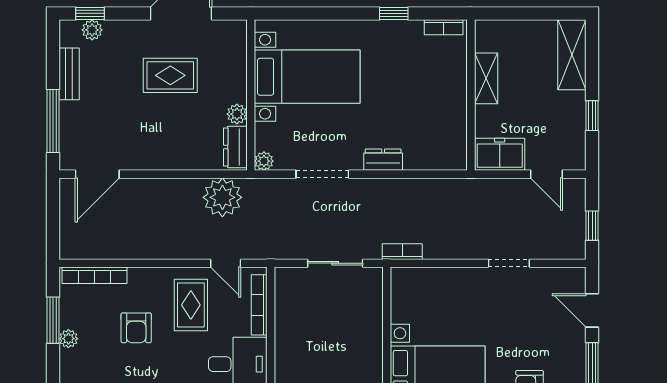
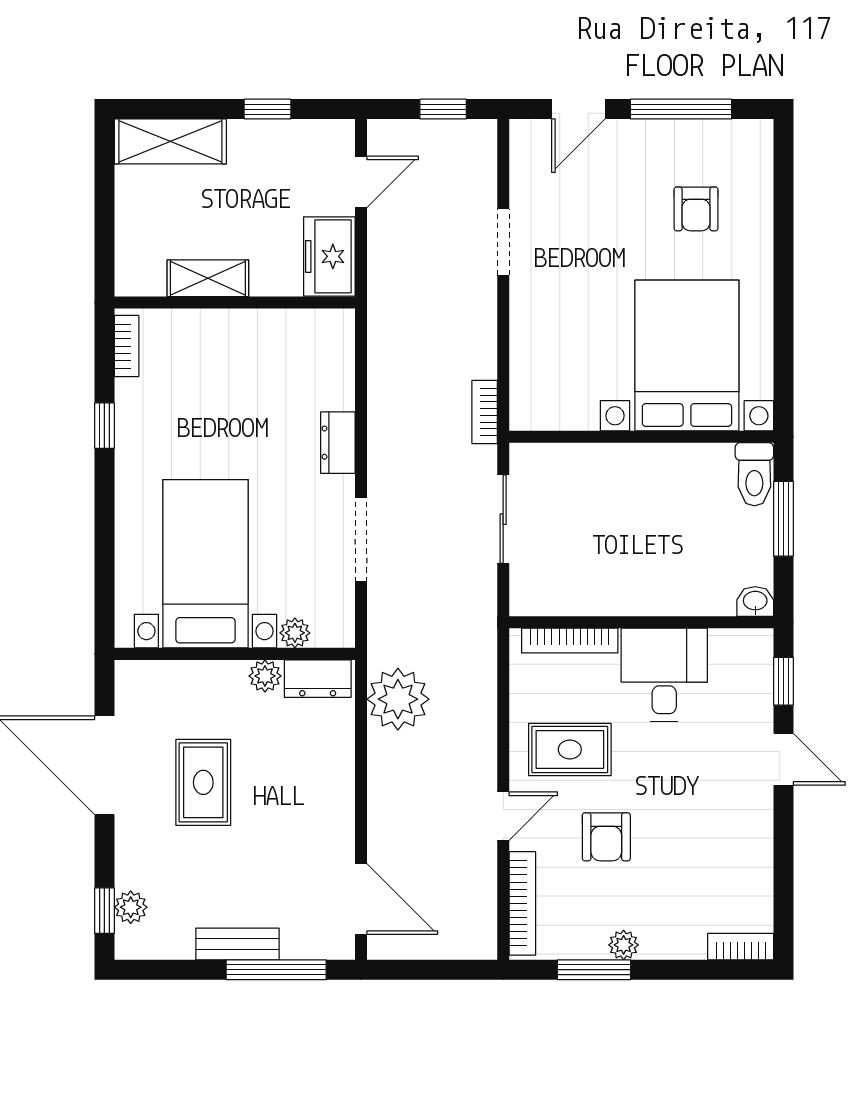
bench: (69, 74) -> (237, 944), moved
plant: (264, 161) -> (295, 633), moved
door: (226, 263) -> (503, 816), moved
armchair: (136, 328) -> (606, 837), turned 90

